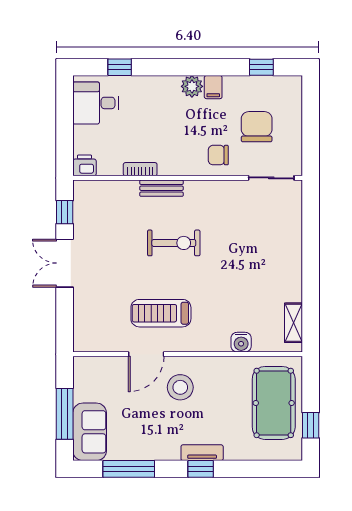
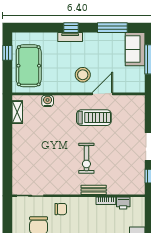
printer: (84, 165) -> (123, 203), moved
exercise bike: (174, 243) -> (86, 158), turned -90

